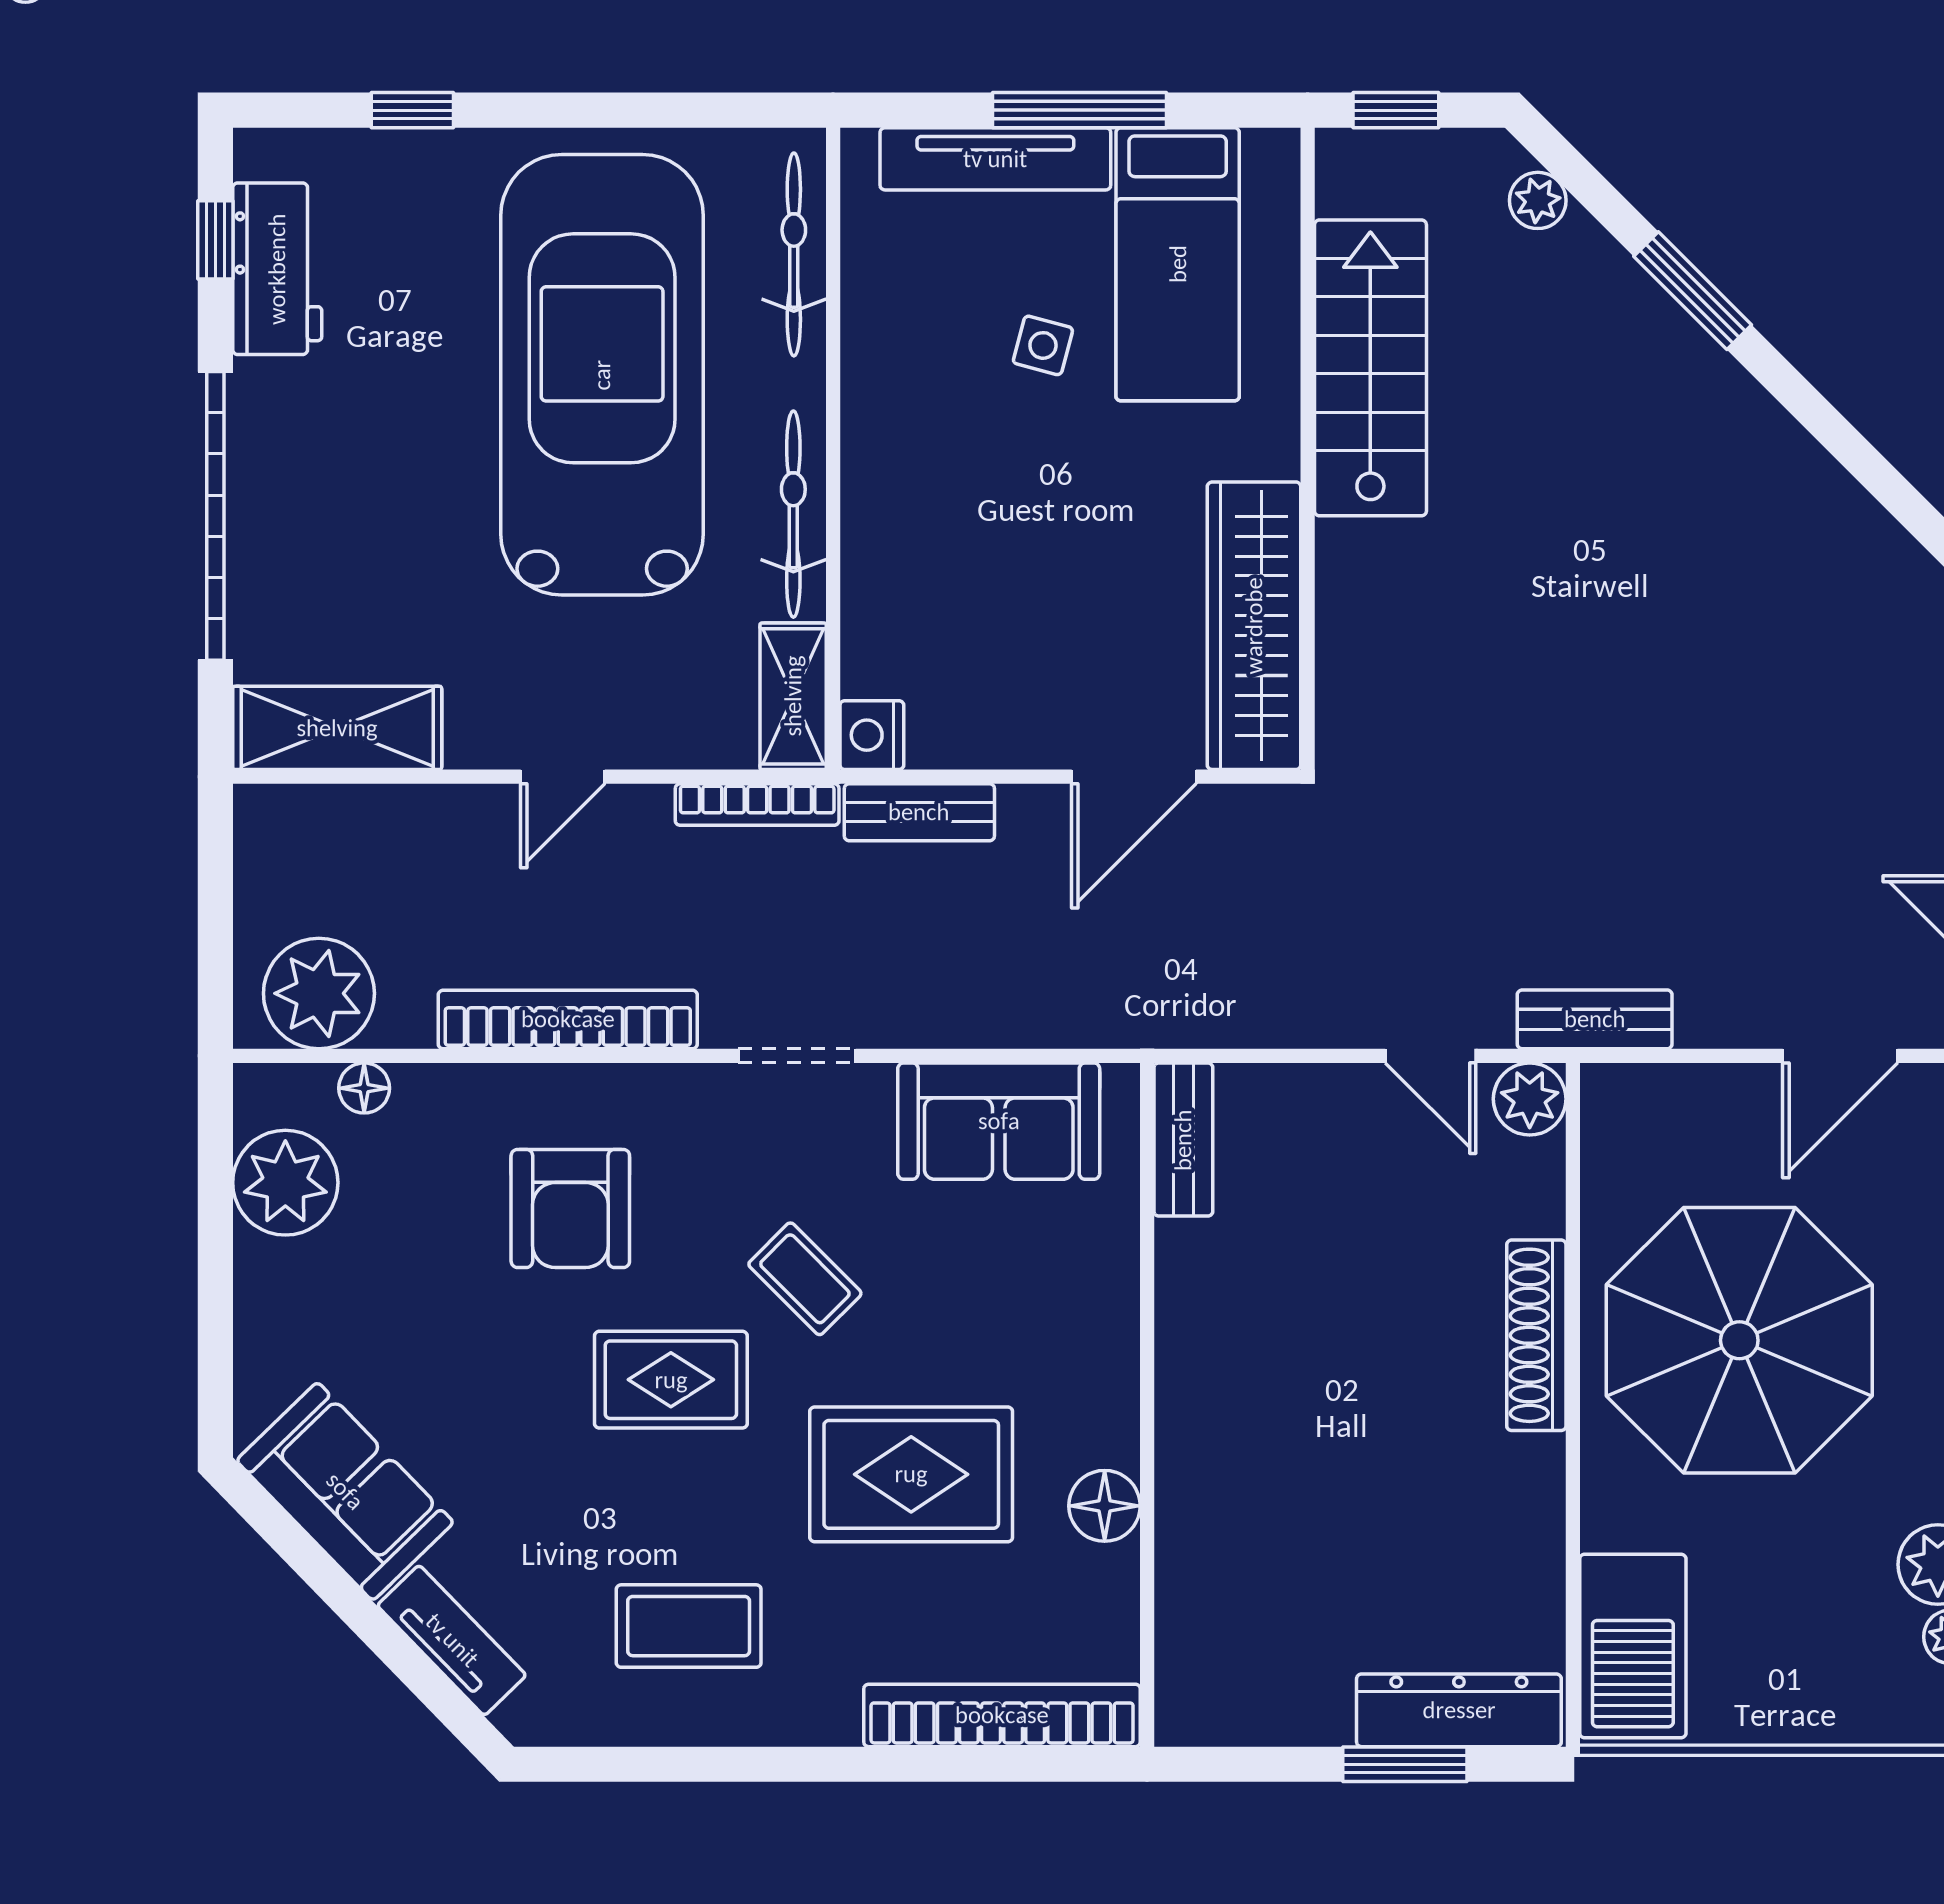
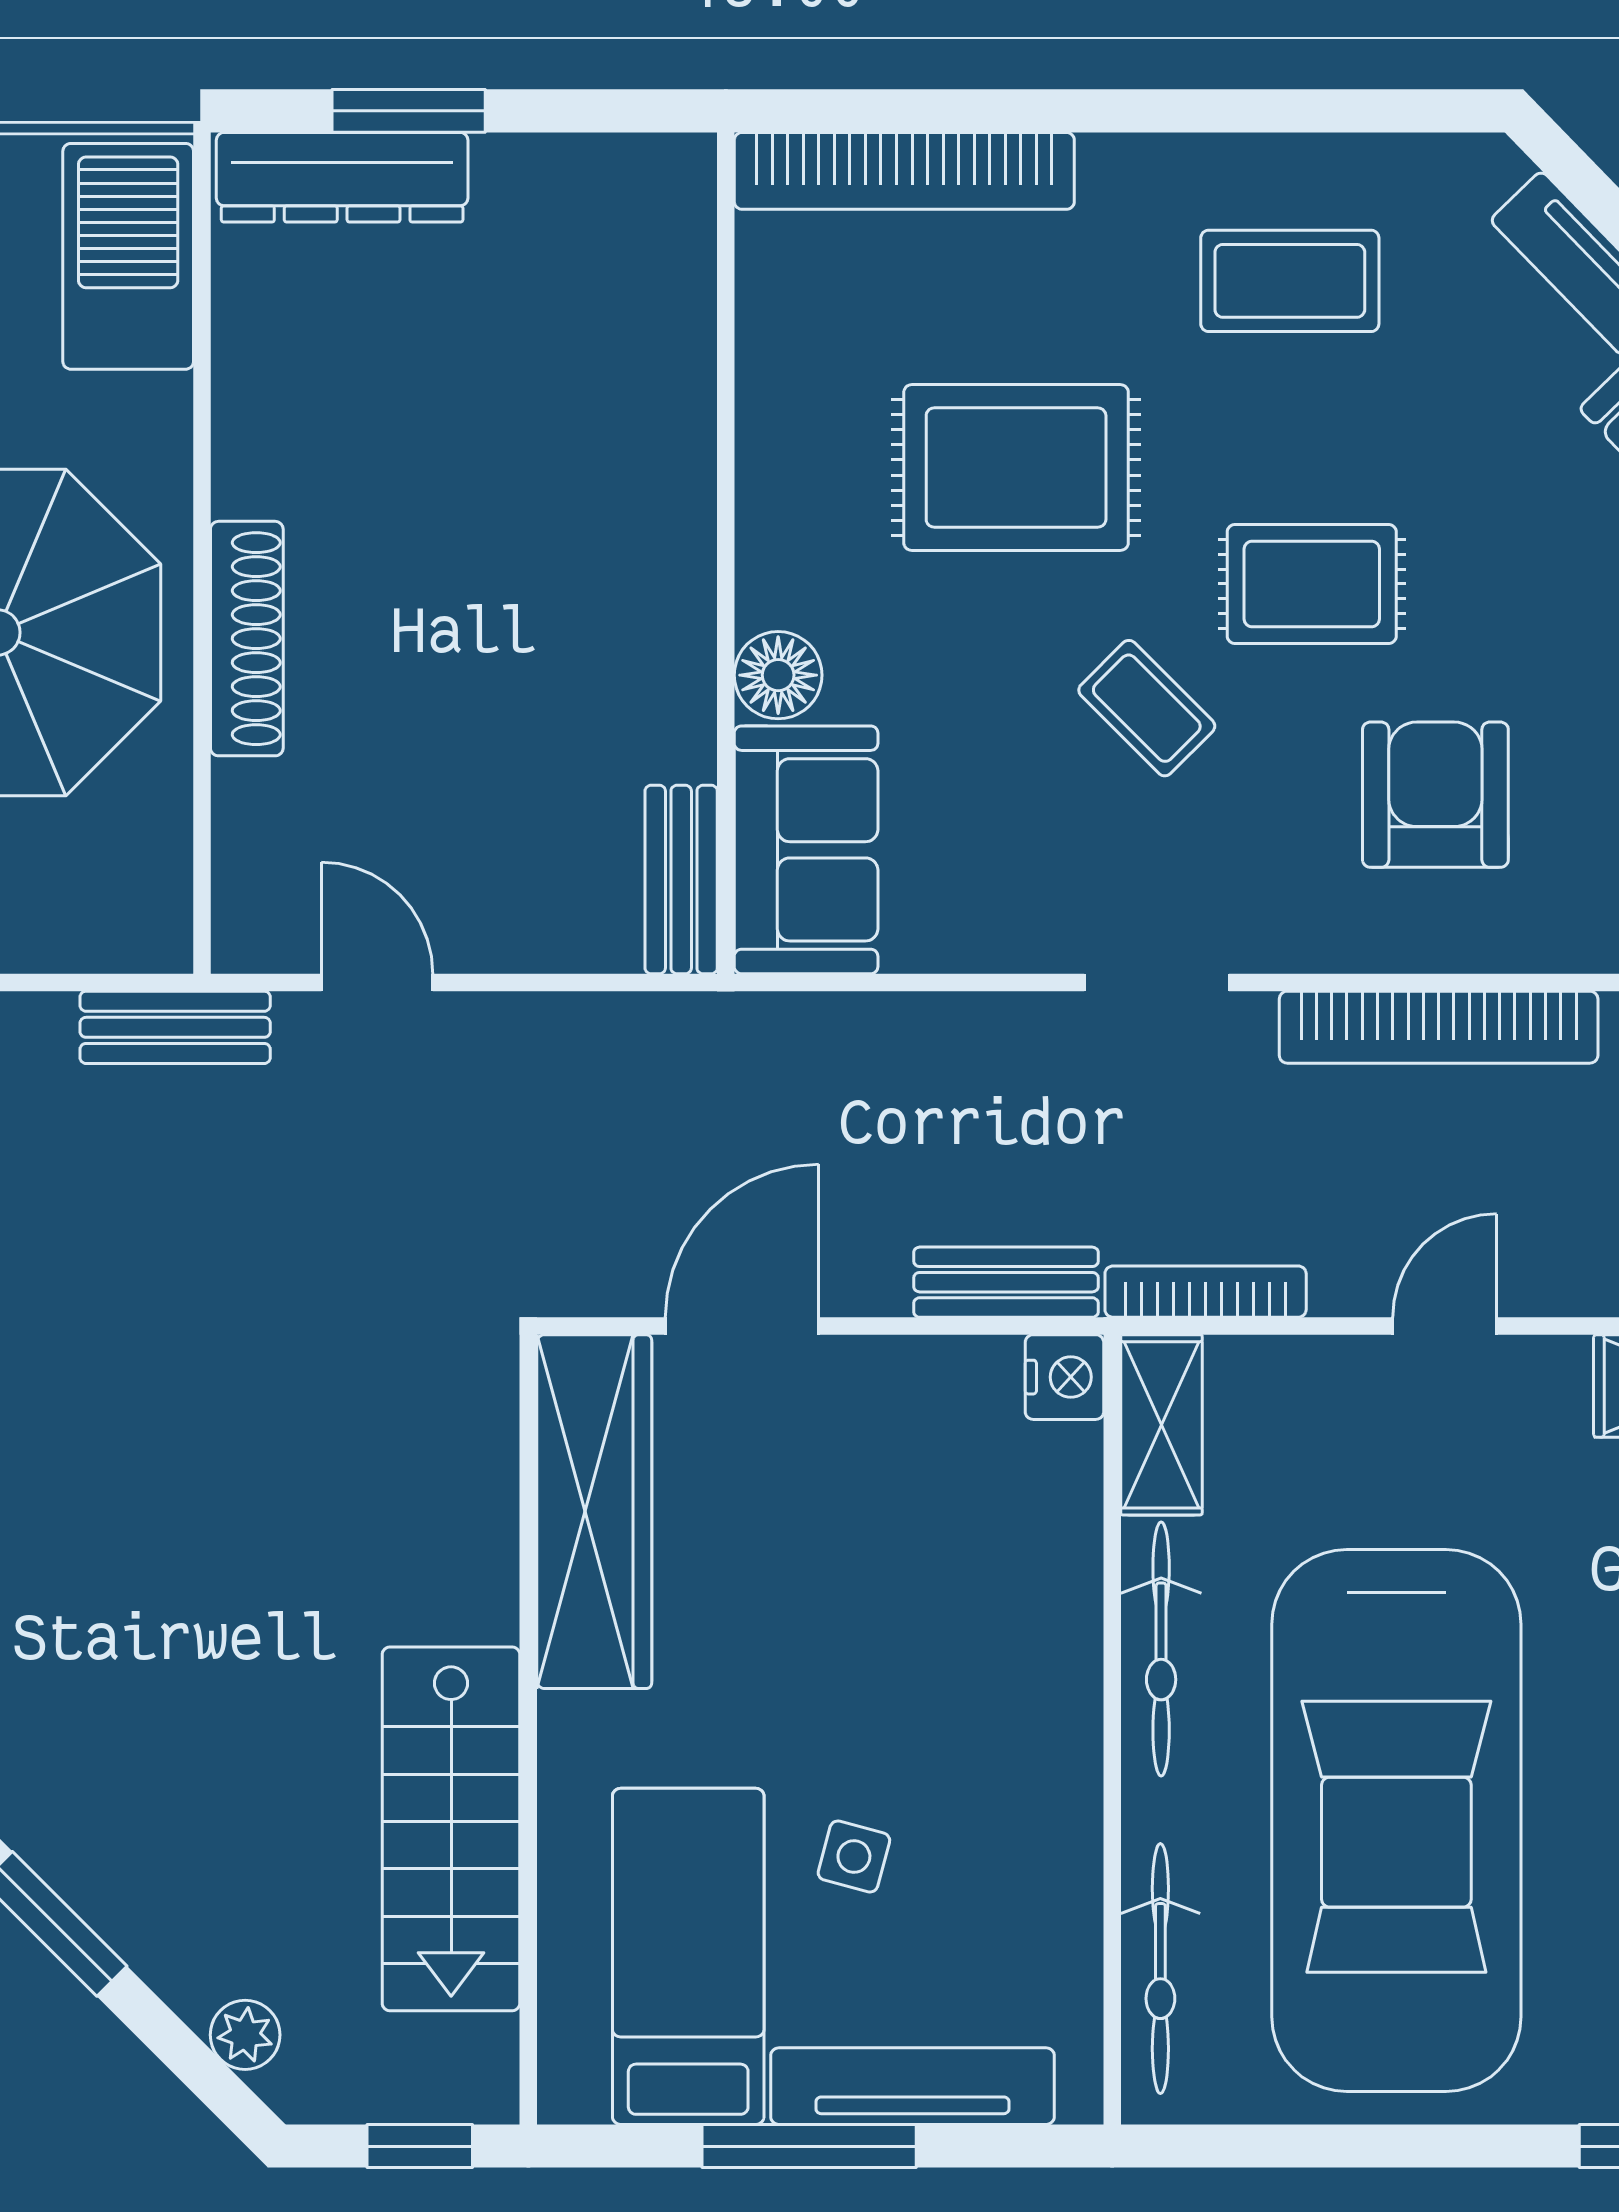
plant: (1530, 1099) -> (255, 929), removed
sofa: (999, 1121) -> (806, 850), moved, turned 90
floor lamp: (1105, 1506) -> (778, 675), moved

